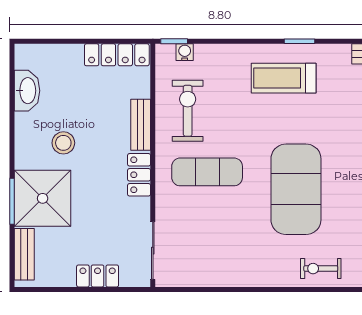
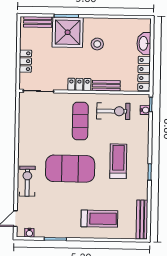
treadmill: (284, 78) -> (118, 161), moved
washbasin: (27, 91) -> (144, 43), moved, turned 90
exercise bike: (321, 269) -> (27, 181), width x1.38, depth x1.39

